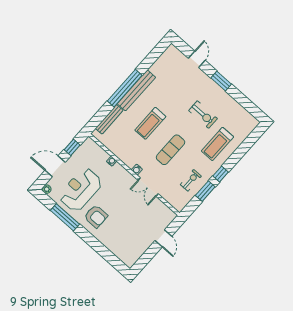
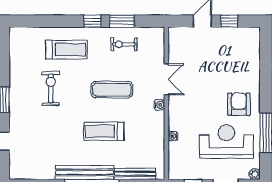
treadmill: (150, 123) -> (104, 131), turned 180
reception desk: (81, 190) -> (226, 142), turned 180
window: (149, 254) -> (229, 21), added

